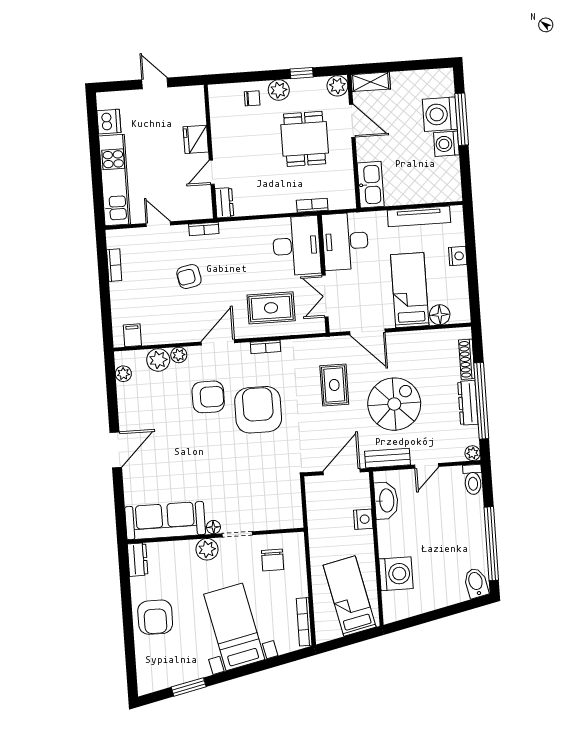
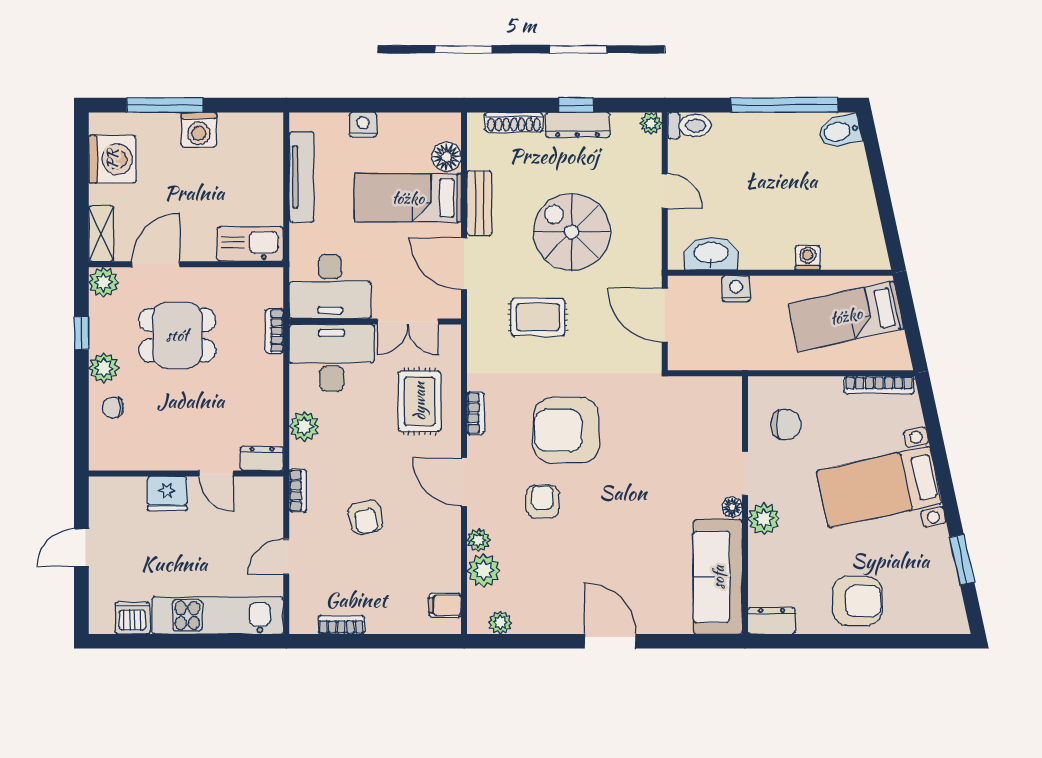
chair: (252, 98) -> (113, 407), turned -90
washing machine: (440, 114) -> (112, 159), moved, turned -90
plant: (248, 230) -> (304, 426), added
door: (367, 332) -> (464, 264), swing flipped
armchair: (208, 397) -> (543, 502), width x0.72, depth x0.72
window: (481, 401) -> (576, 105), width x0.32
bench: (388, 458) -> (479, 203), moved
washing machine: (396, 574) -> (808, 258), width x0.53, depth x0.53

